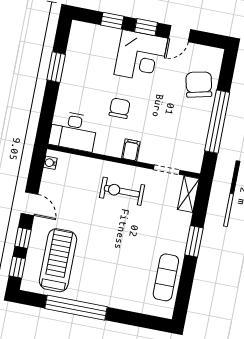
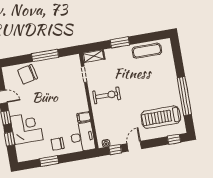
corner desk: (141, 56) -> (27, 128), moved
chair: (120, 108) -> (58, 144), moved
window: (217, 122) -> (45, 55), width x0.68
filing cabinet: (131, 150) -> (84, 117), moved
exercise bike: (122, 191) -> (107, 95), turned -90
window: (23, 238) -> (115, 150), moved

